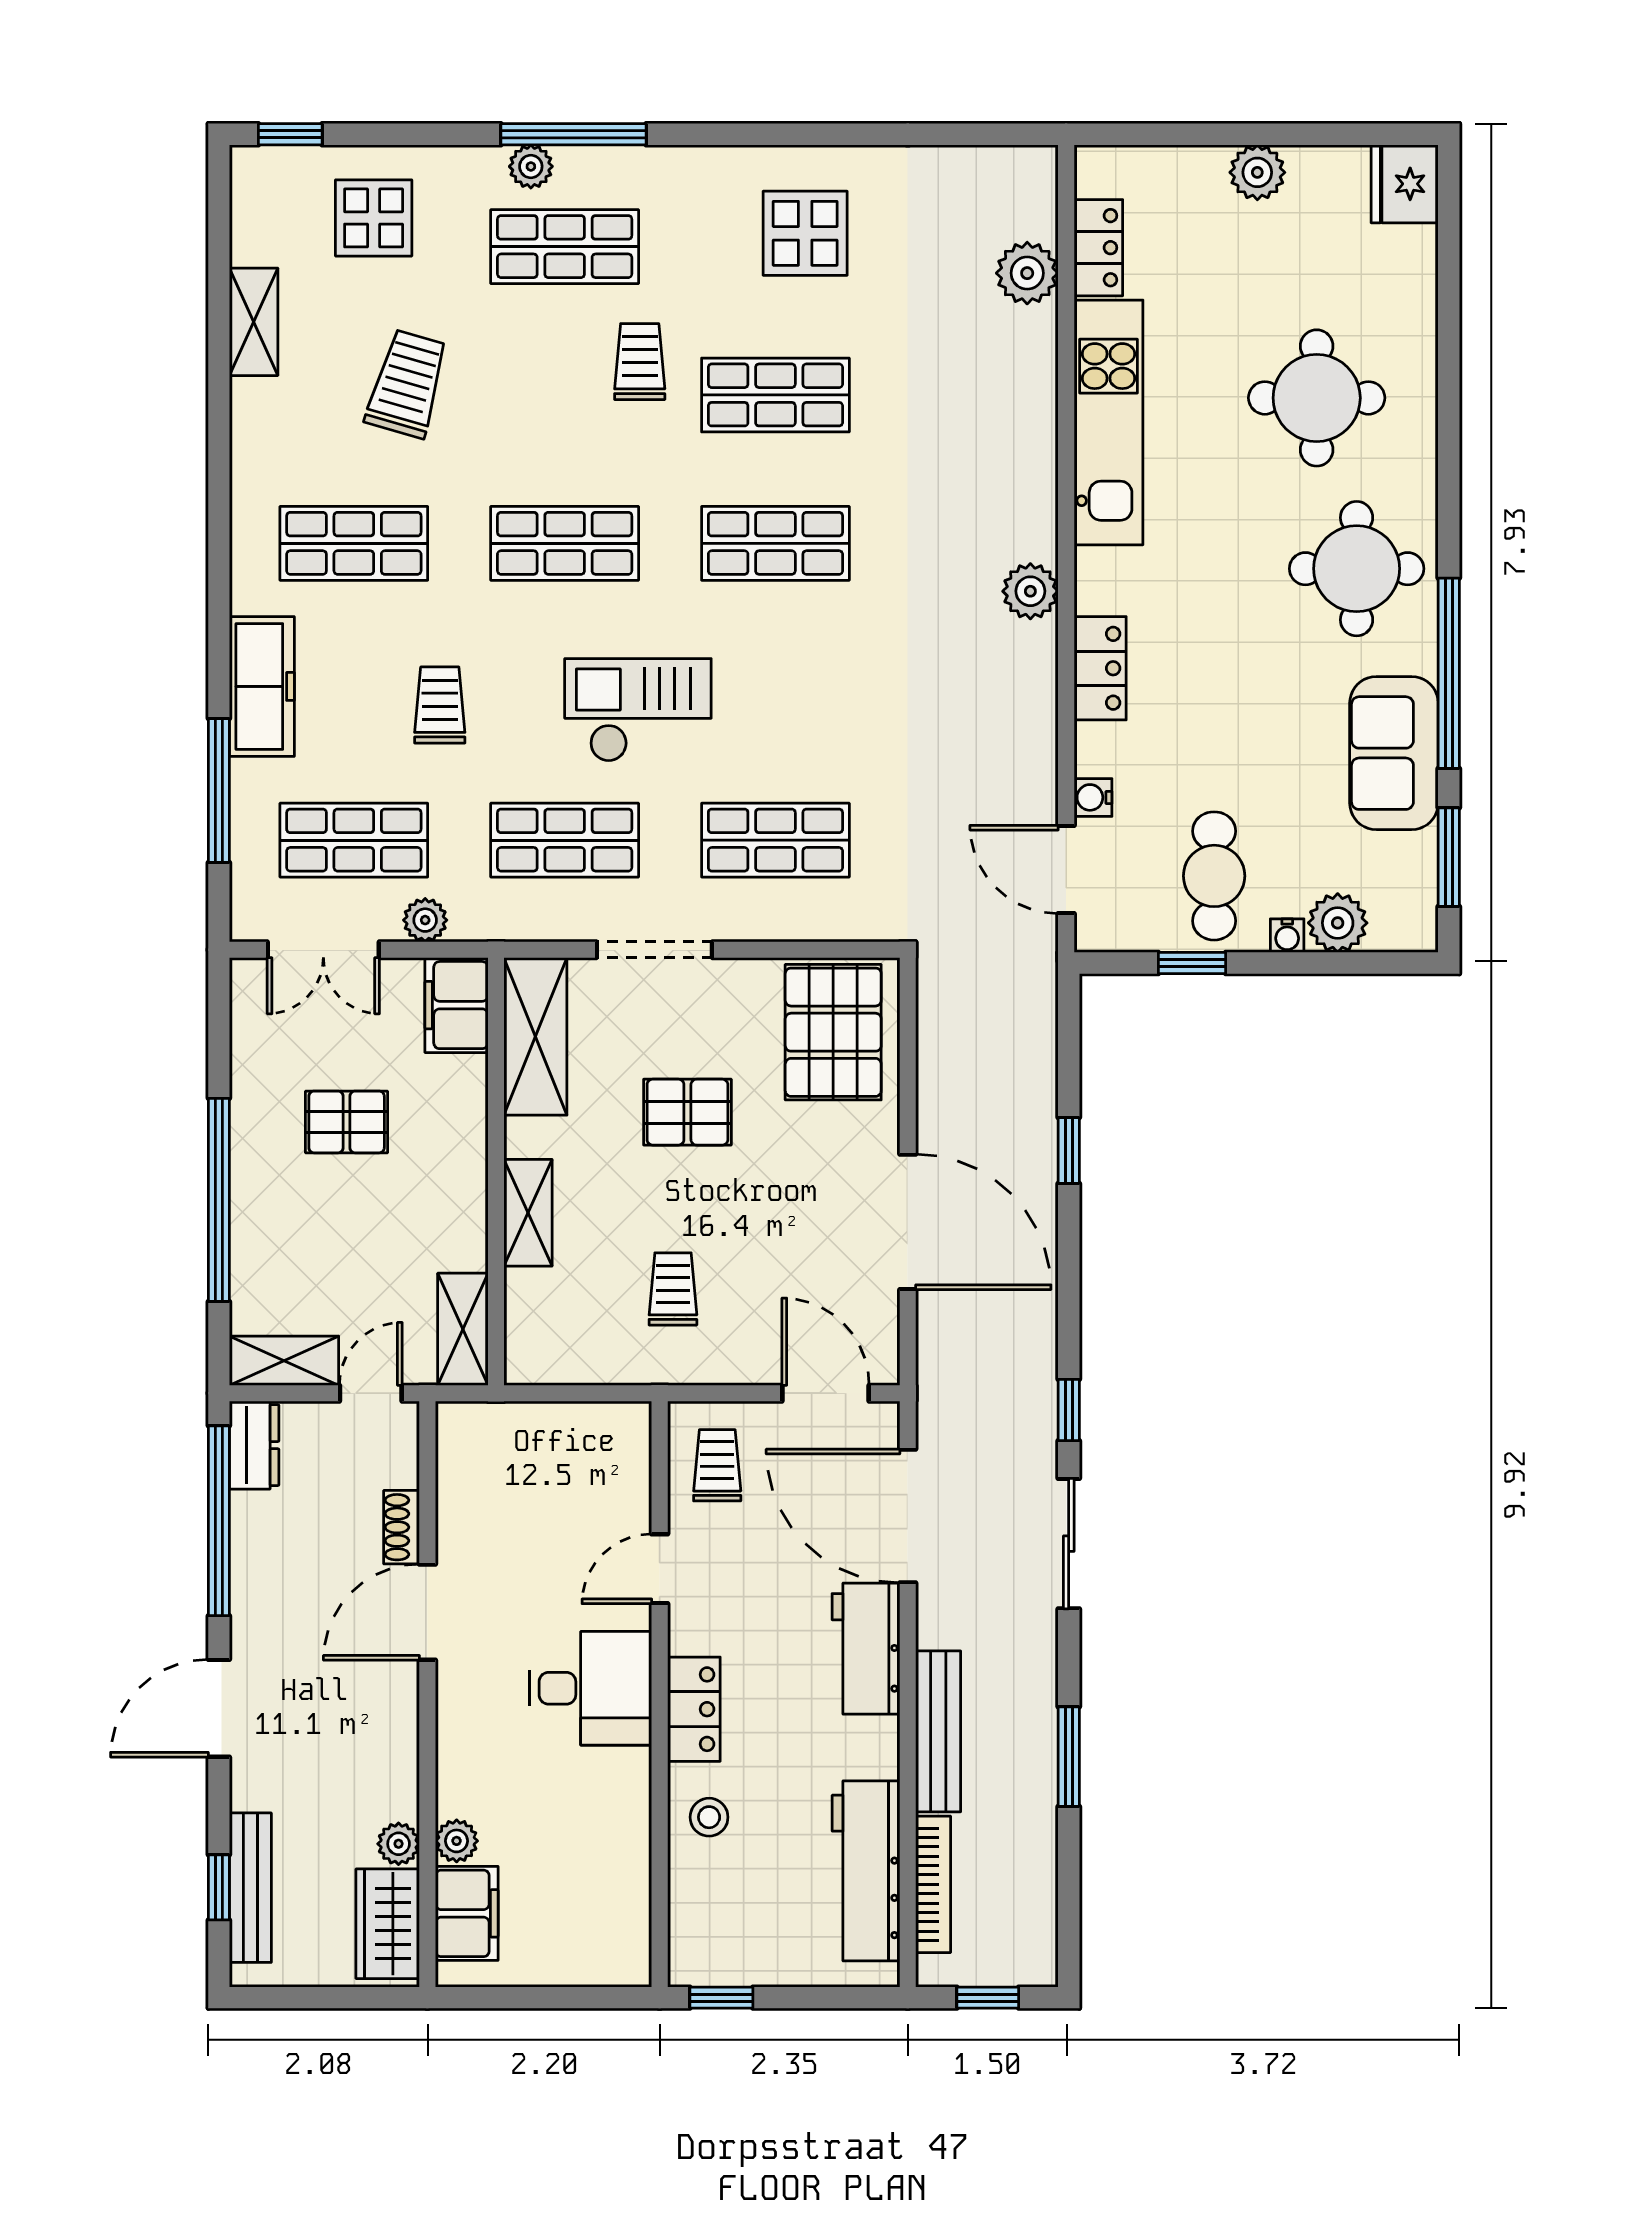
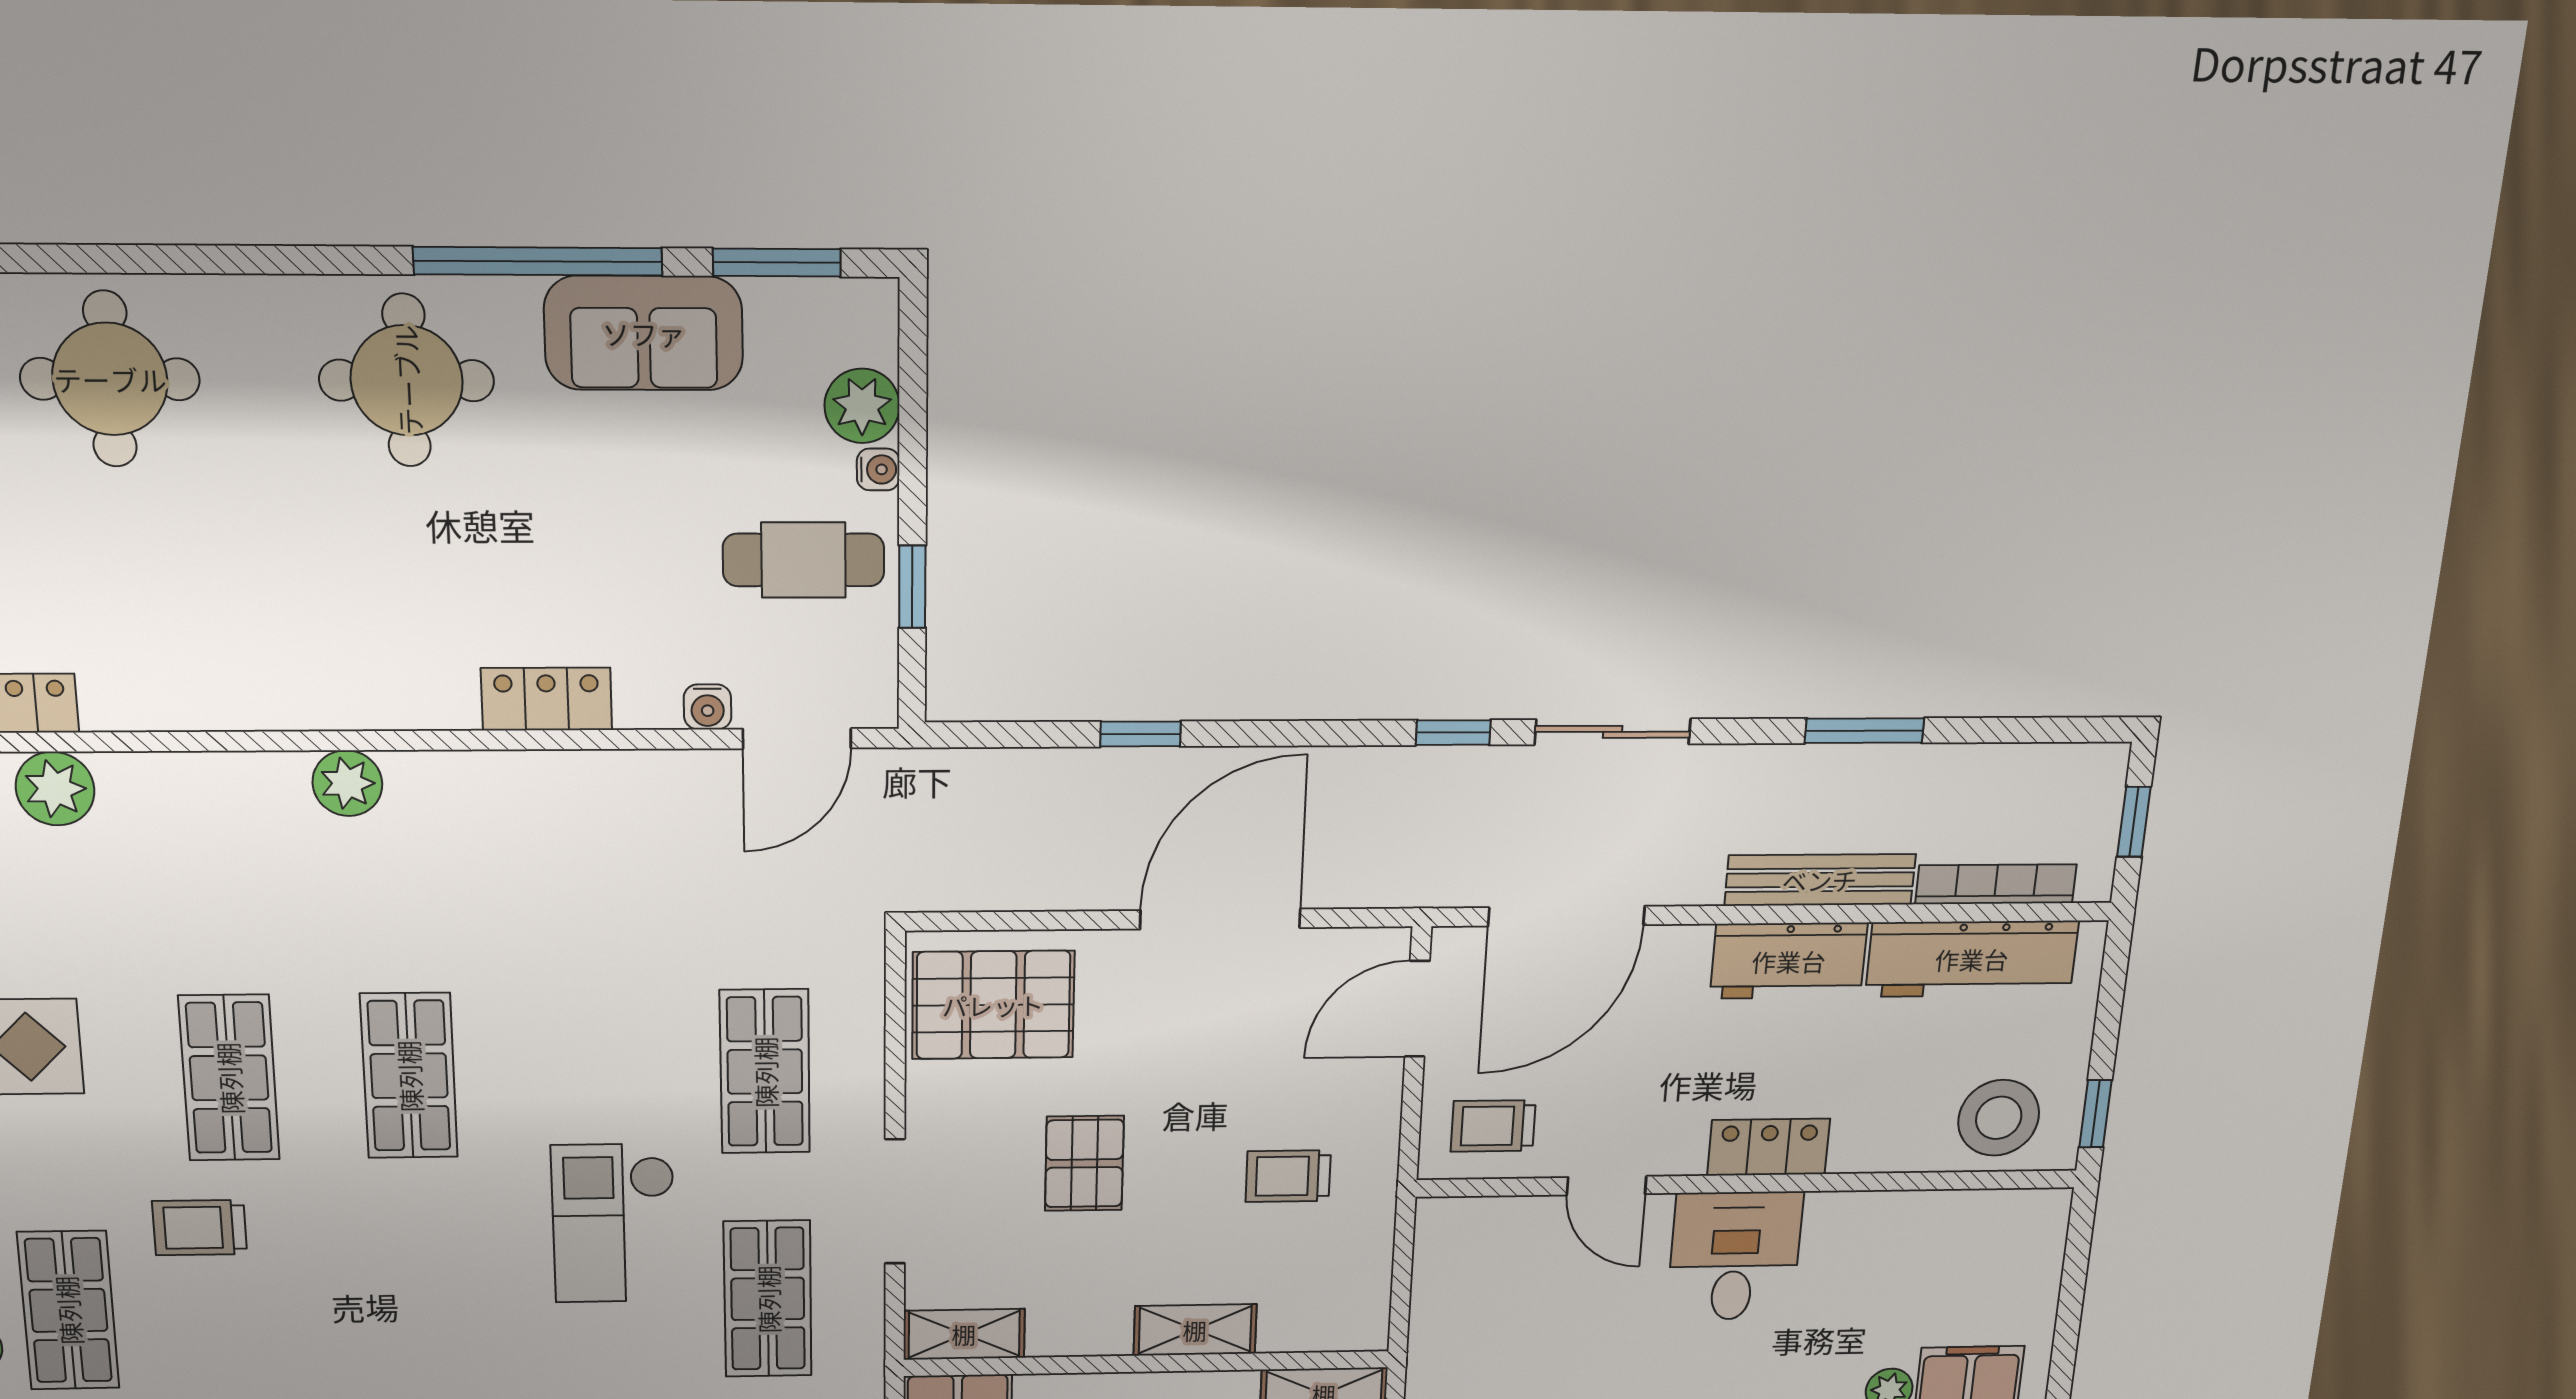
round table: (1317, 398) -> (110, 379), moved
kitchen unit: (1109, 422) -> (237, 690), removed
shop shelf: (565, 543) -> (421, 1305), removed
plant: (1030, 591) -> (347, 783), moved
shelving: (535, 1037) -> (964, 1334), width x0.67, depth x0.75
workbench: (866, 1649) -> (1789, 961), moved
stool: (709, 1817) -> (1999, 1118), moved, width x1.89, depth x1.89

